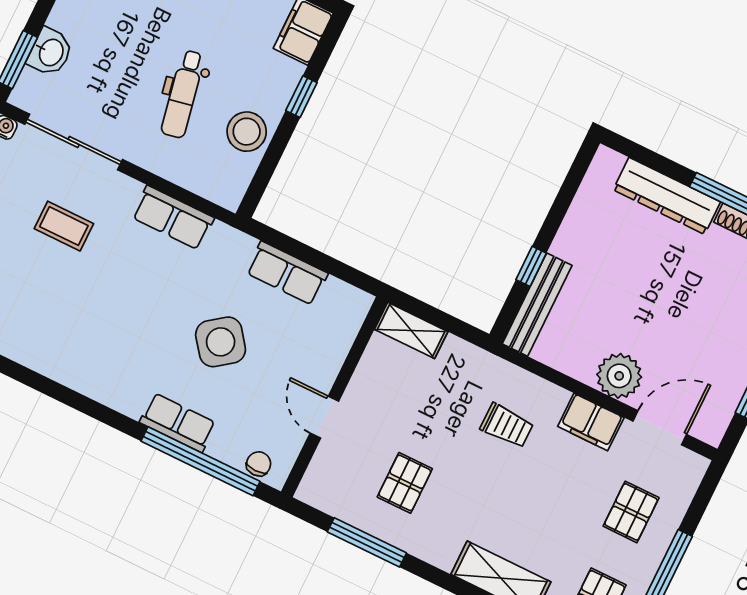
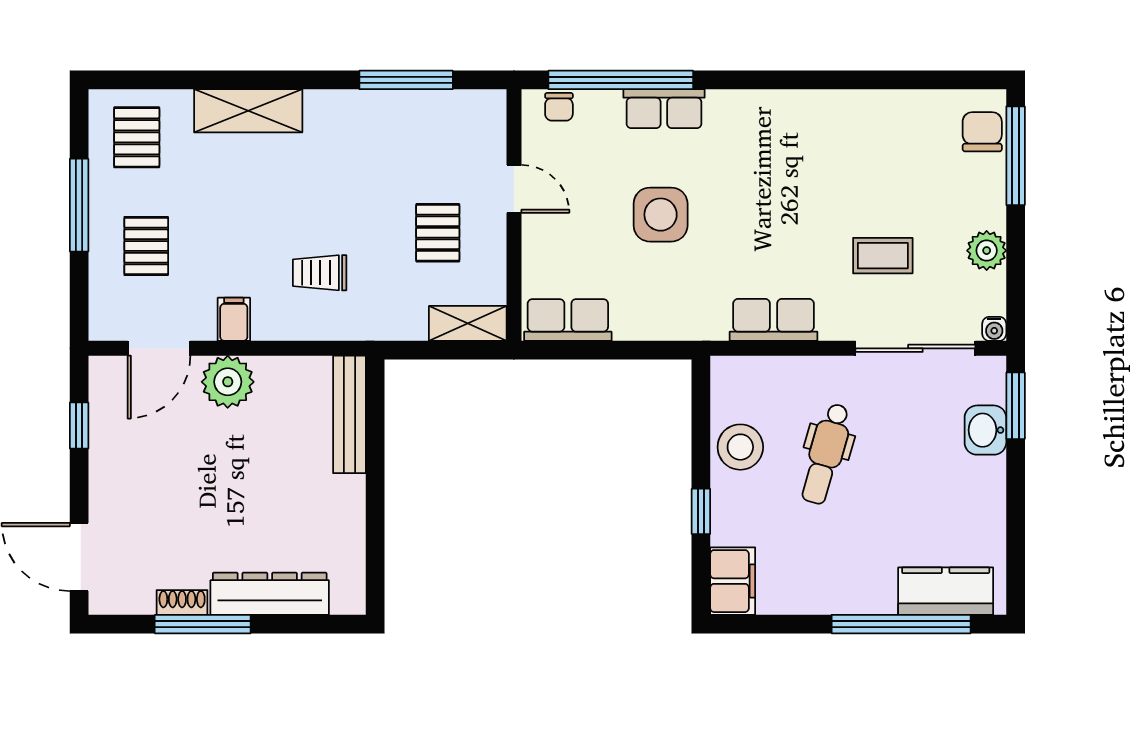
dental chair: (183, 94) -> (826, 454), turned -153
window: (531, 266) -> (375, 451), removed
row of seats: (287, 273) -> (568, 320), moved
side table: (221, 342) -> (661, 215), turned 37
filing cabinet: (591, 422) -> (234, 319), width x0.50
pallet: (405, 483) -> (438, 233), moved

